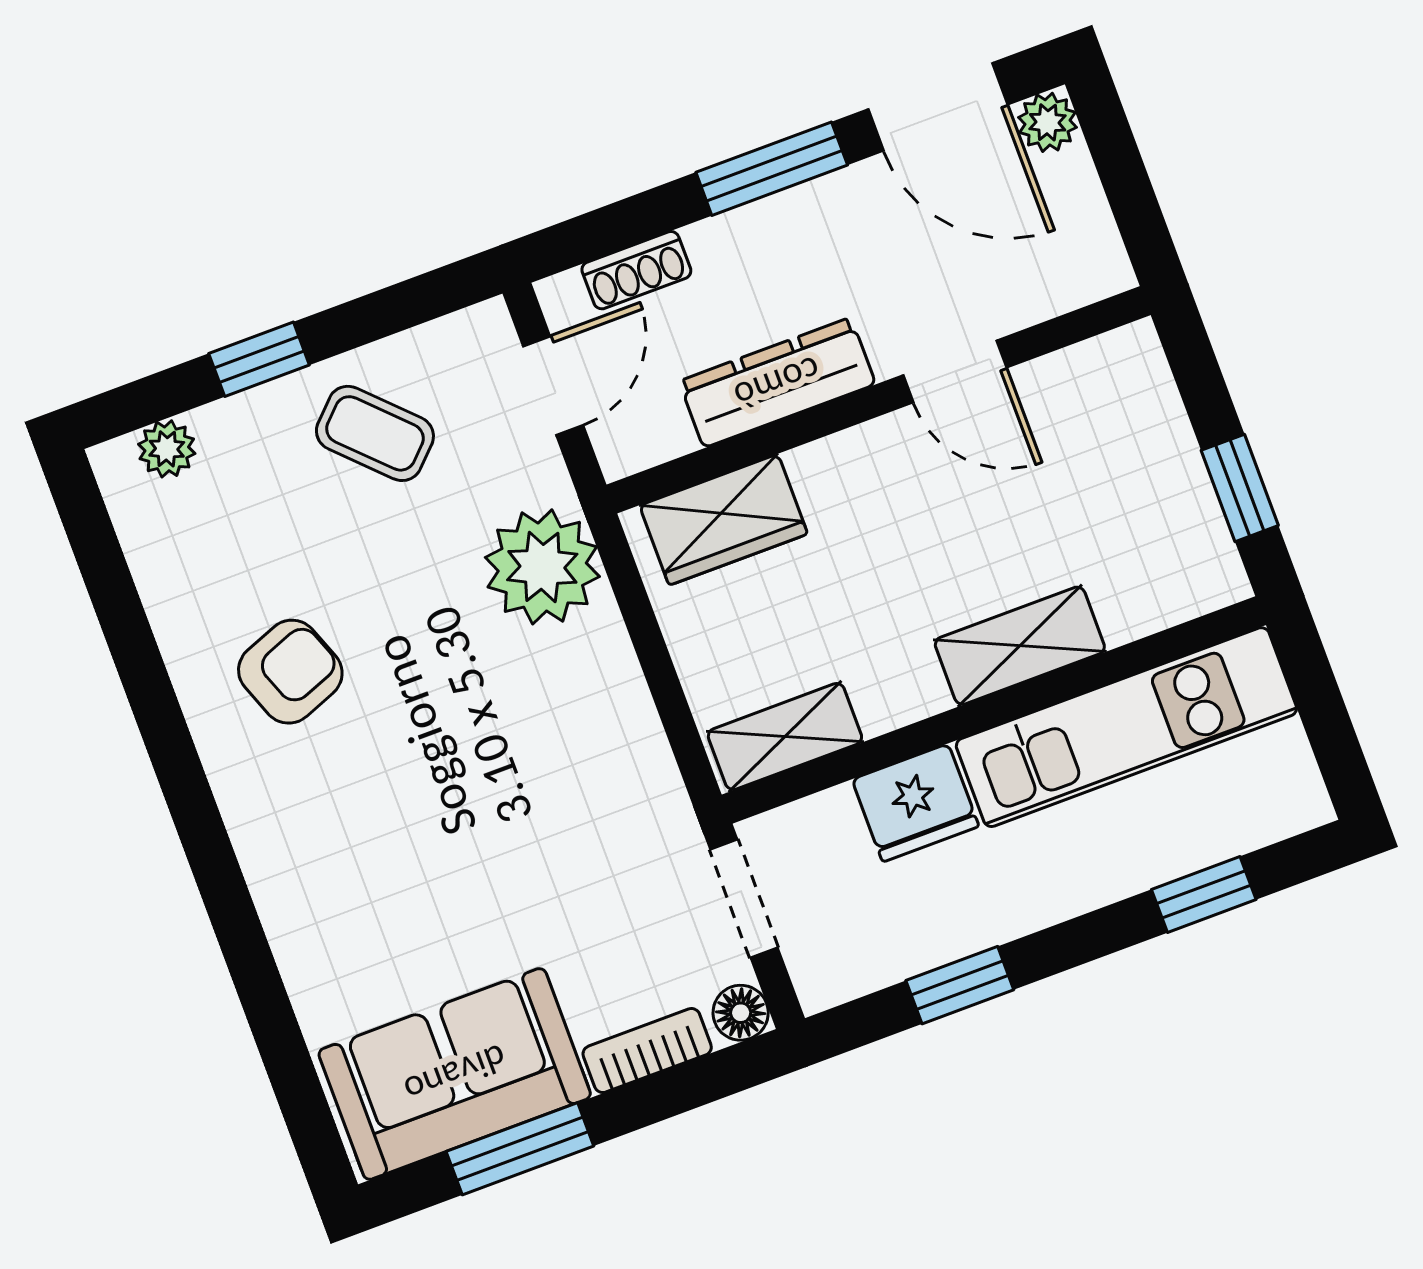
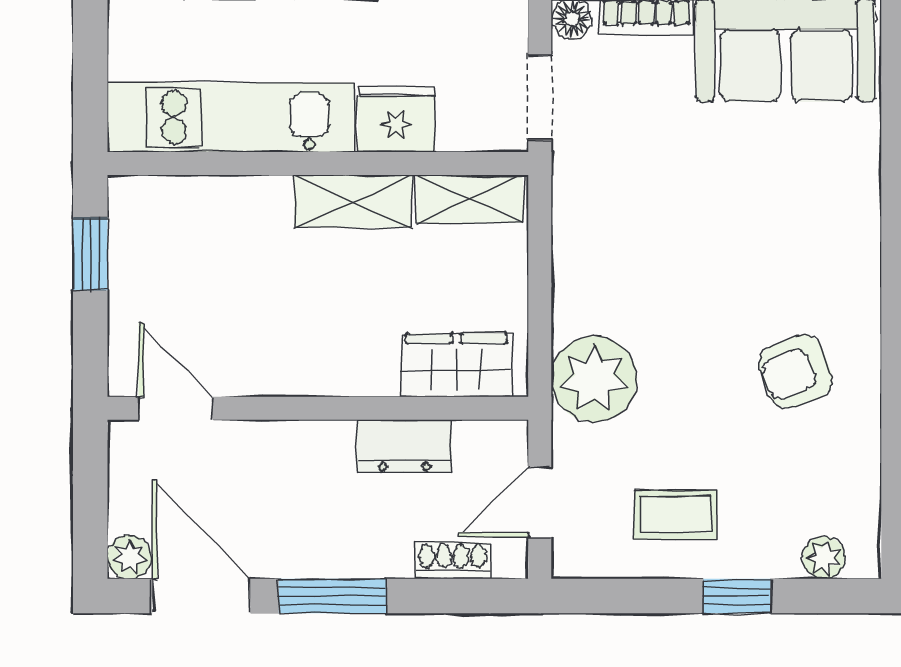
door: (955, 371) -> (176, 408), moved
dresser: (777, 383) -> (404, 446), width x0.70
coffee table: (375, 433) -> (676, 515), turned -45
shelving: (1020, 646) -> (353, 201), moved

